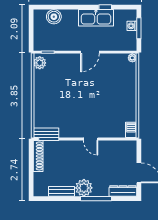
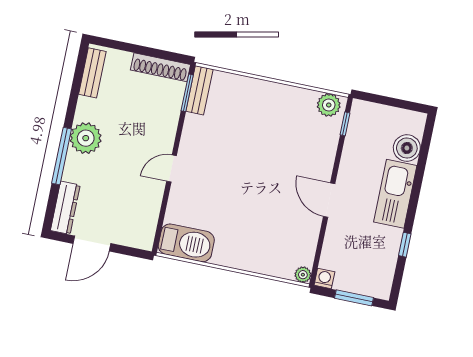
kitchen sink: (96, 18) -> (395, 194), moved
washing machine: (132, 26) -> (324, 278), moved
barbecue: (131, 130) -> (186, 243), width x1.88, depth x1.53
bench: (61, 191) -> (92, 73), moved

